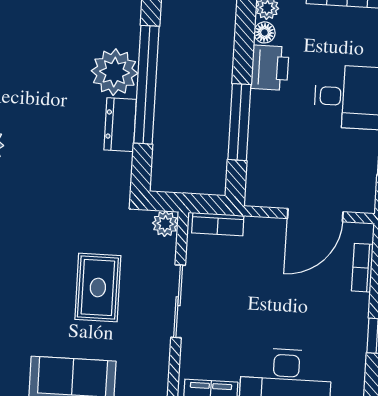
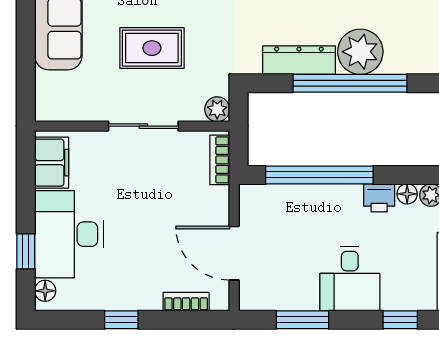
printer: (270, 68) -> (379, 198), width x0.73, depth x0.81
window: (239, 122) -> (319, 175), width x1.46
dresser: (120, 125) -> (299, 60), width x1.44

